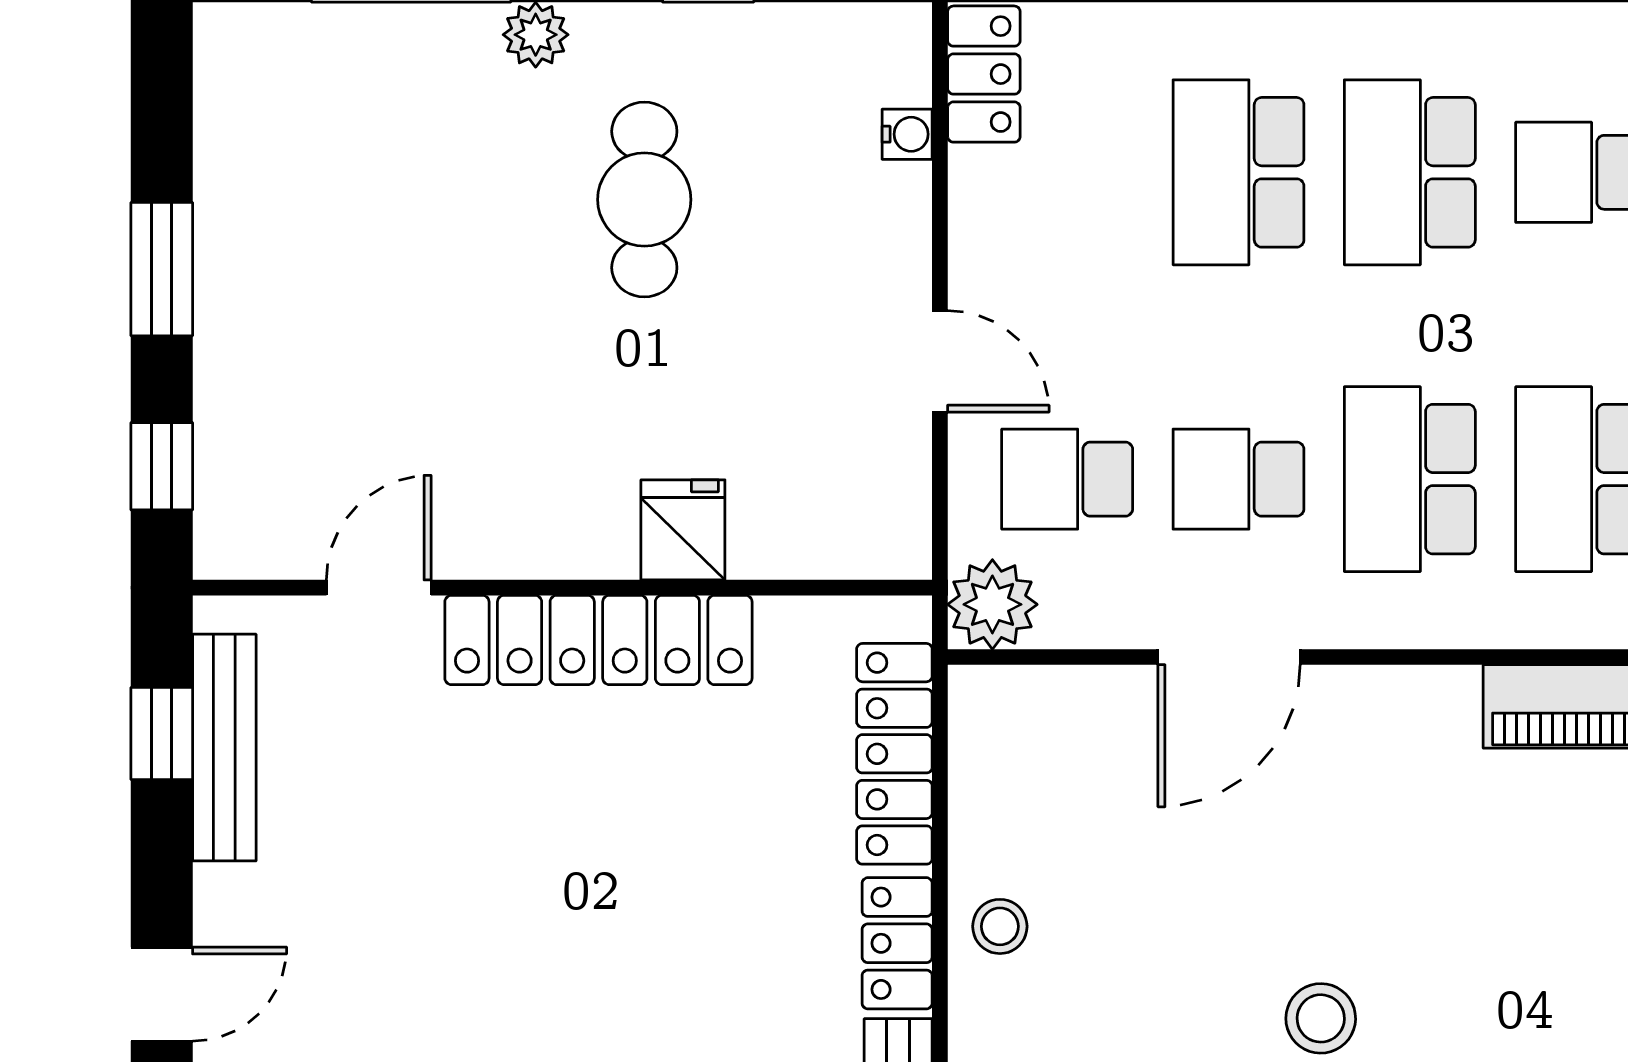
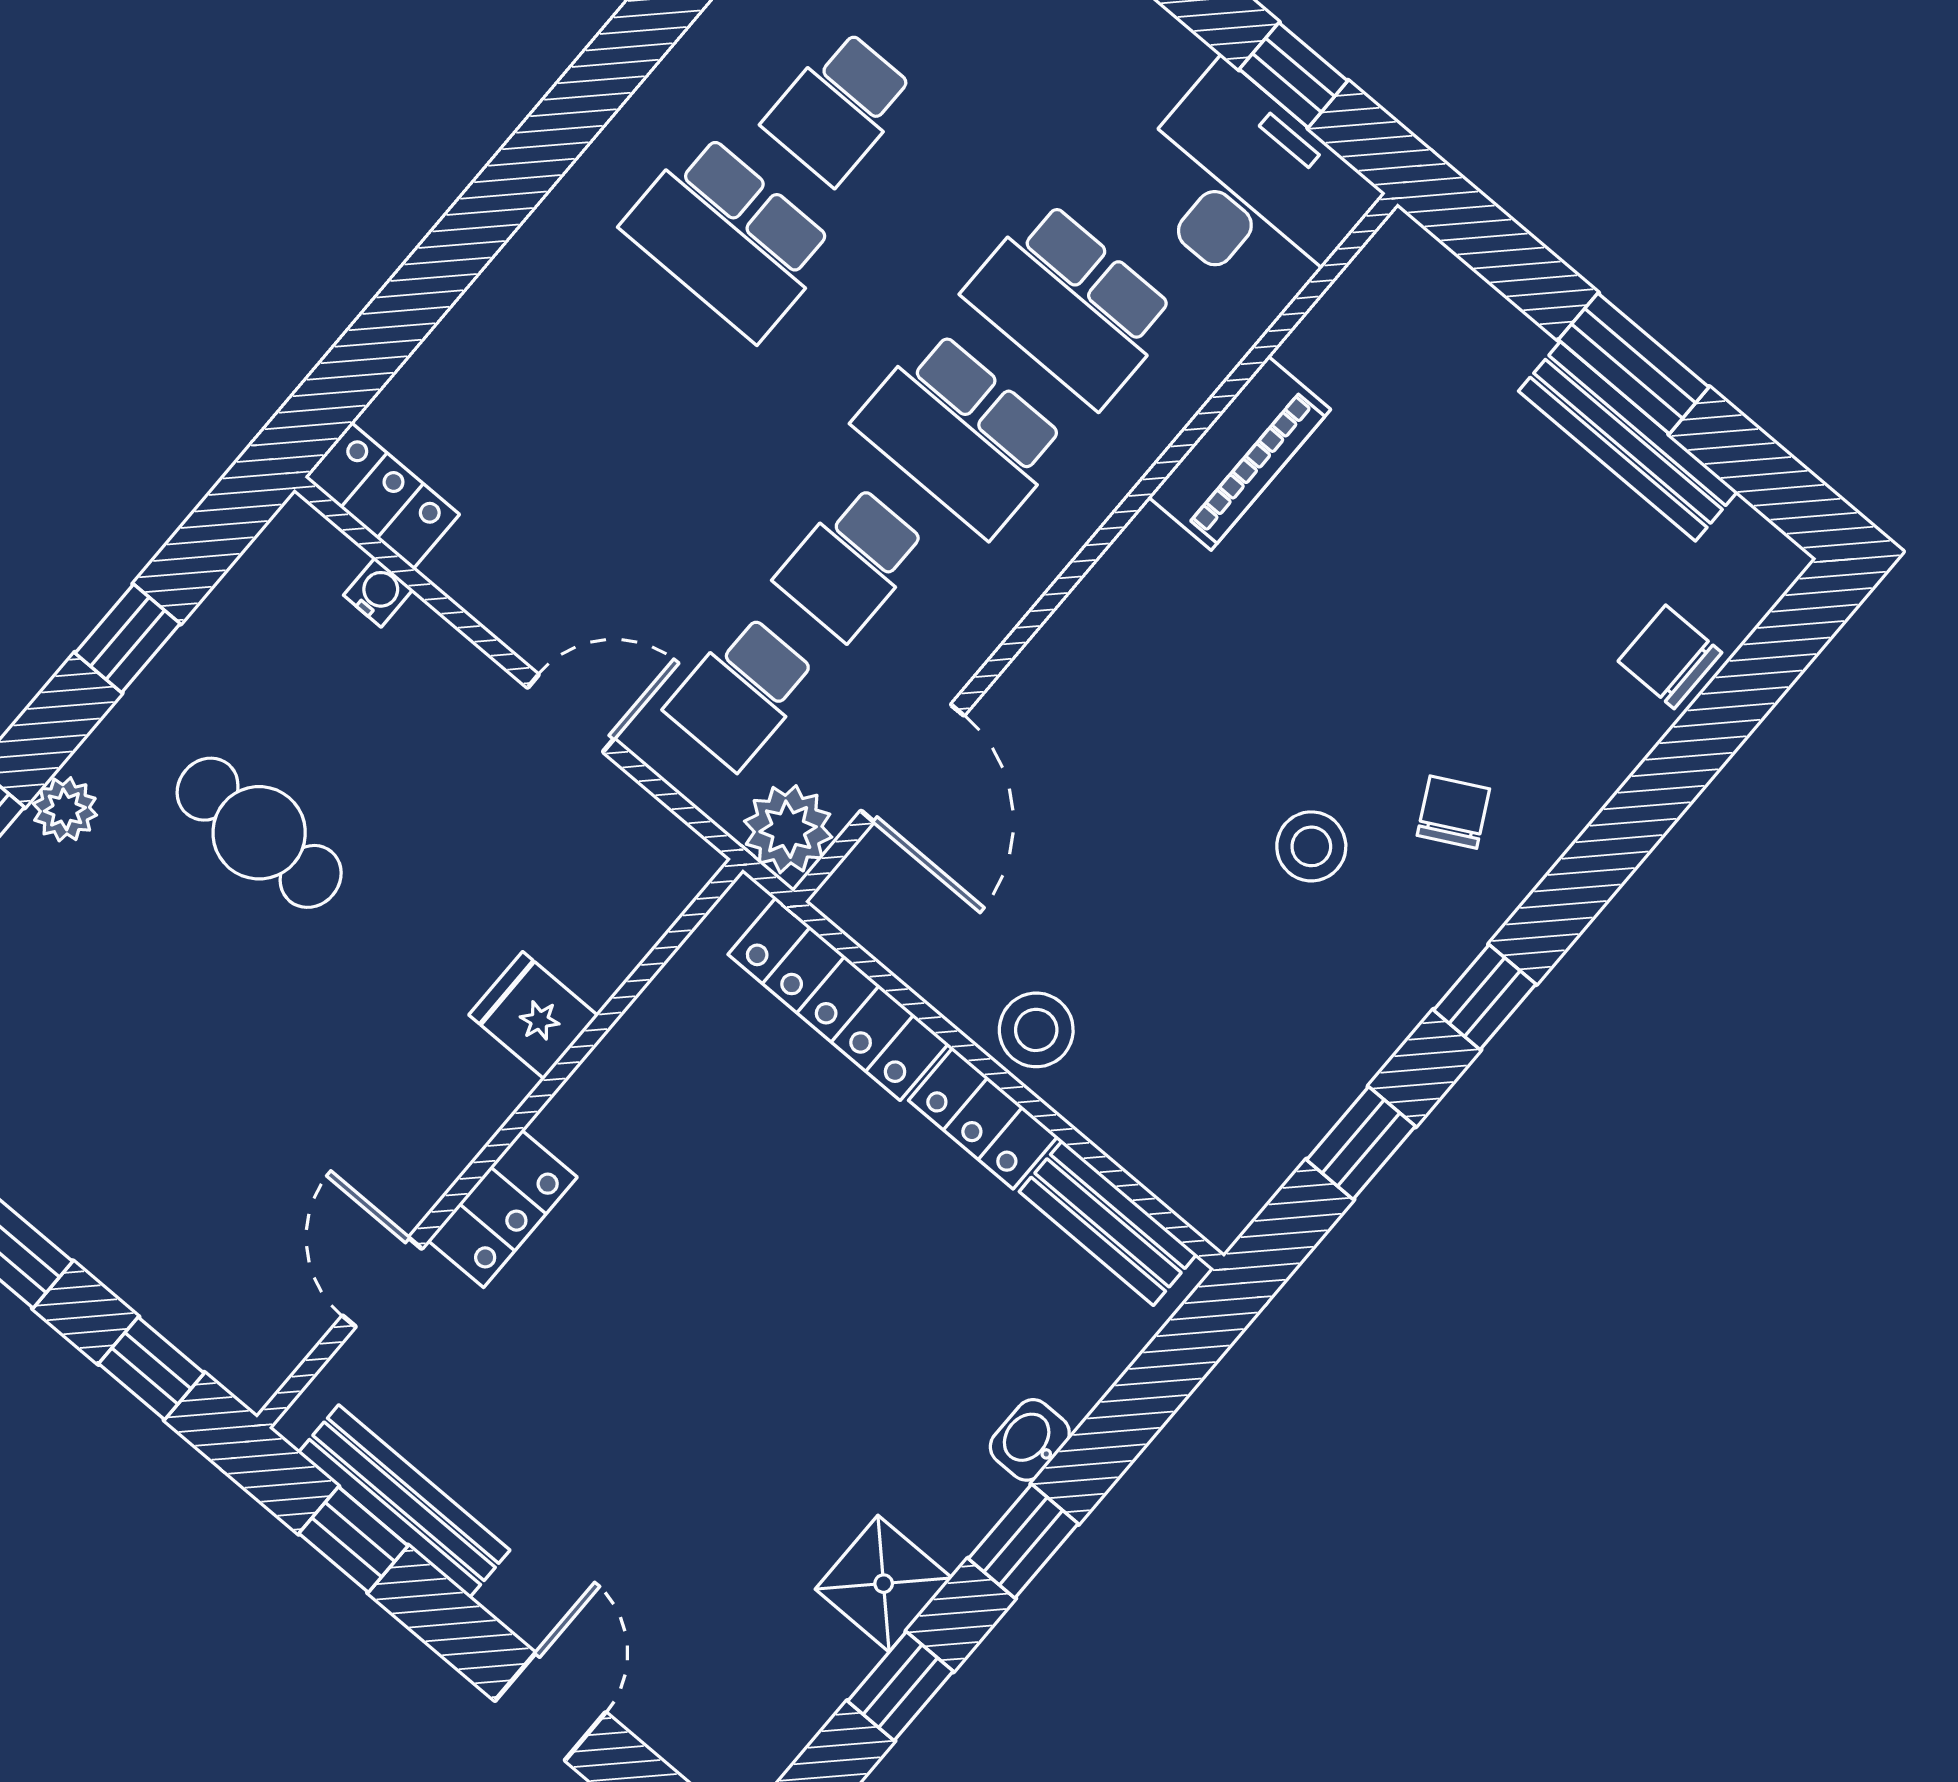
school desk: (1238, 172) -> (619, 366), removed
locker: (598, 640) -> (502, 1209), width x0.46, depth x0.83
door: (1229, 657) -> (912, 763), moved
stool: (1000, 926) -> (1036, 1030), width x1.37, depth x1.37

